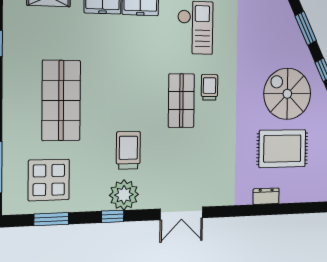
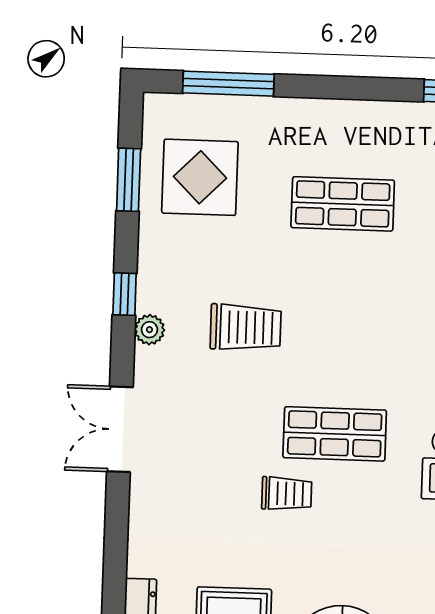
trolley: (209, 87) -> (287, 494), moved
shop shelf: (61, 100) -> (343, 204), width x0.70, depth x0.74
plant: (124, 195) -> (149, 330), width x0.53, depth x0.53

